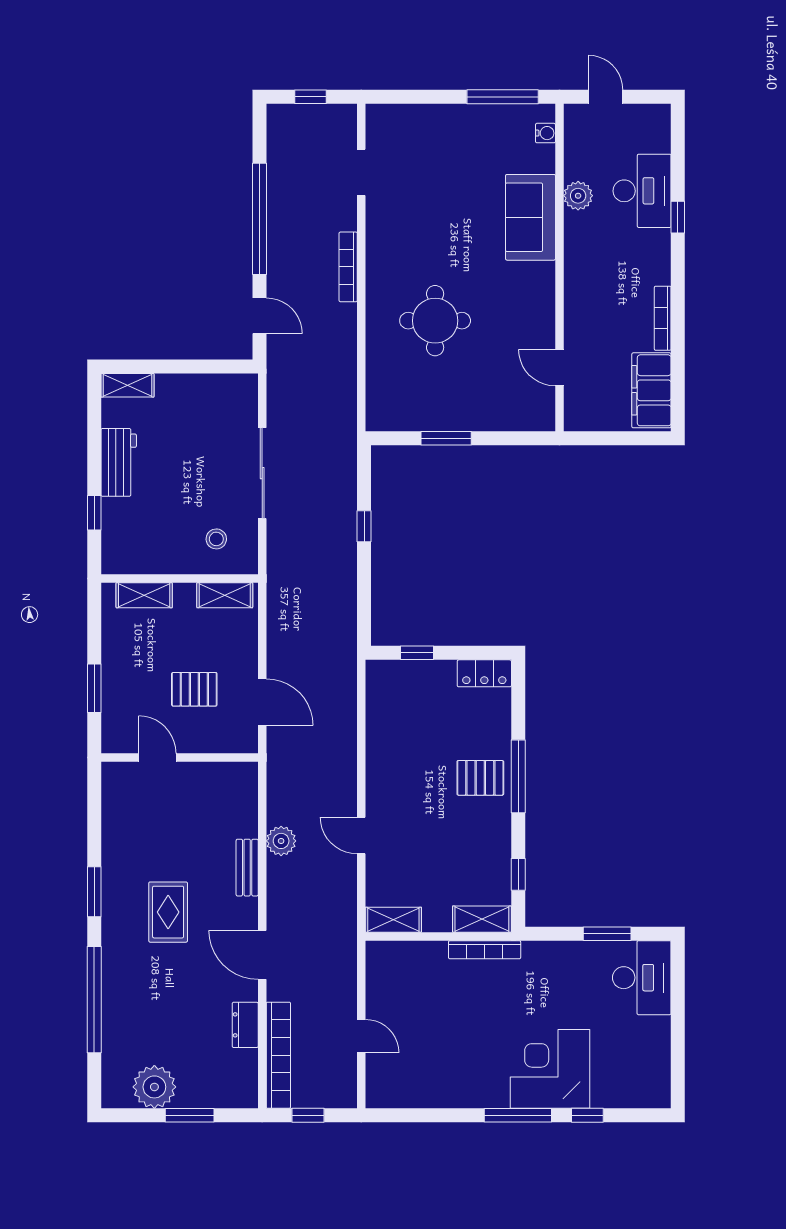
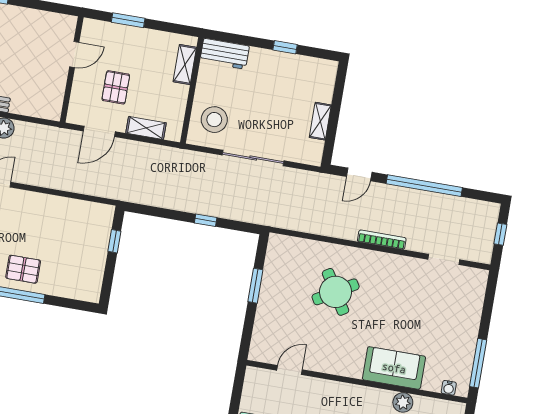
round table: (435, 321) -> (336, 292), turned -31
shelving: (127, 385) -> (320, 121), moved
workbench: (119, 462) -> (225, 54), moved
window: (94, 513) -> (285, 47), moved
stool: (216, 539) -> (214, 120), width x1.89, depth x1.89
shelving: (225, 595) -> (146, 128), moved, turned 90
locker: (484, 673) -> (93, 284), removed
pallet: (480, 778) -> (23, 269), turned 90

